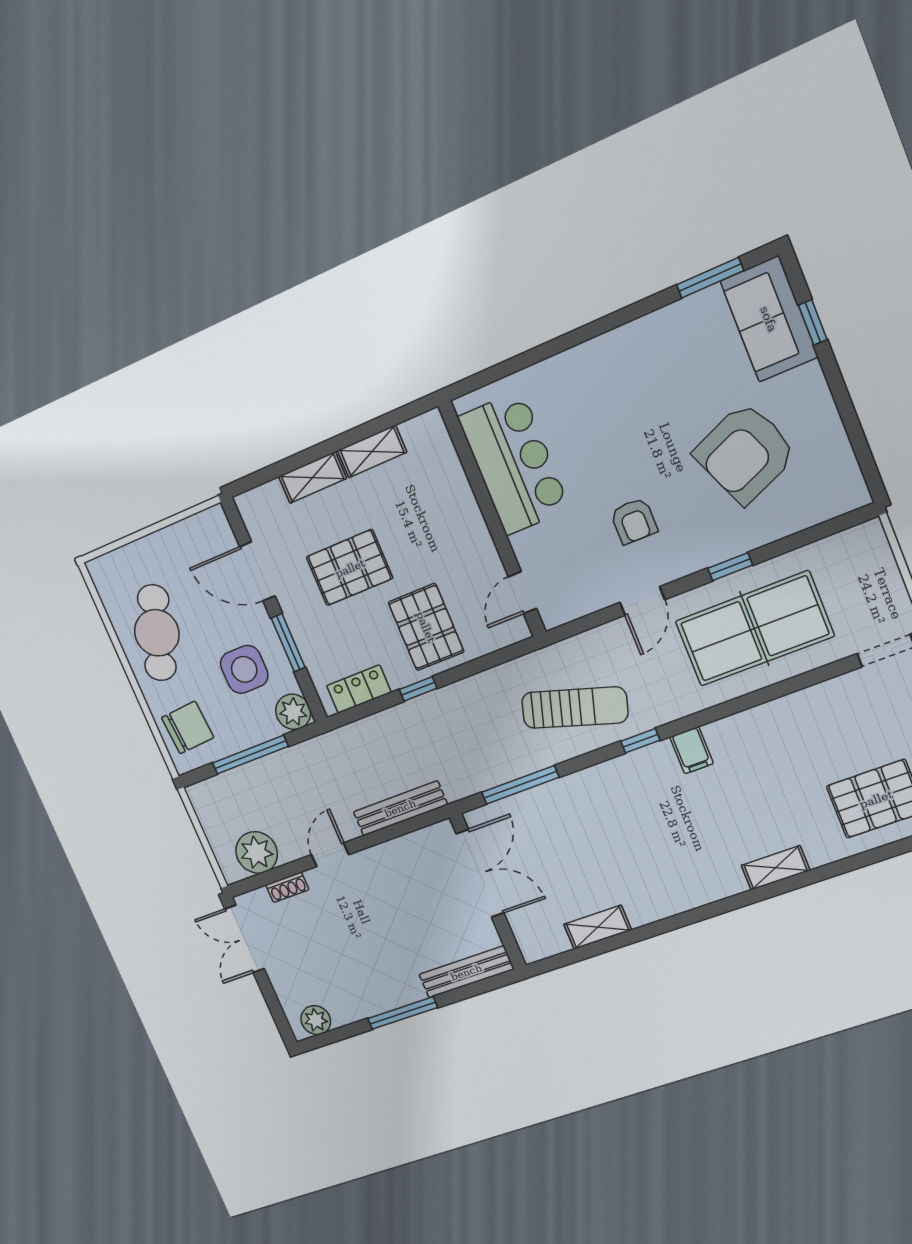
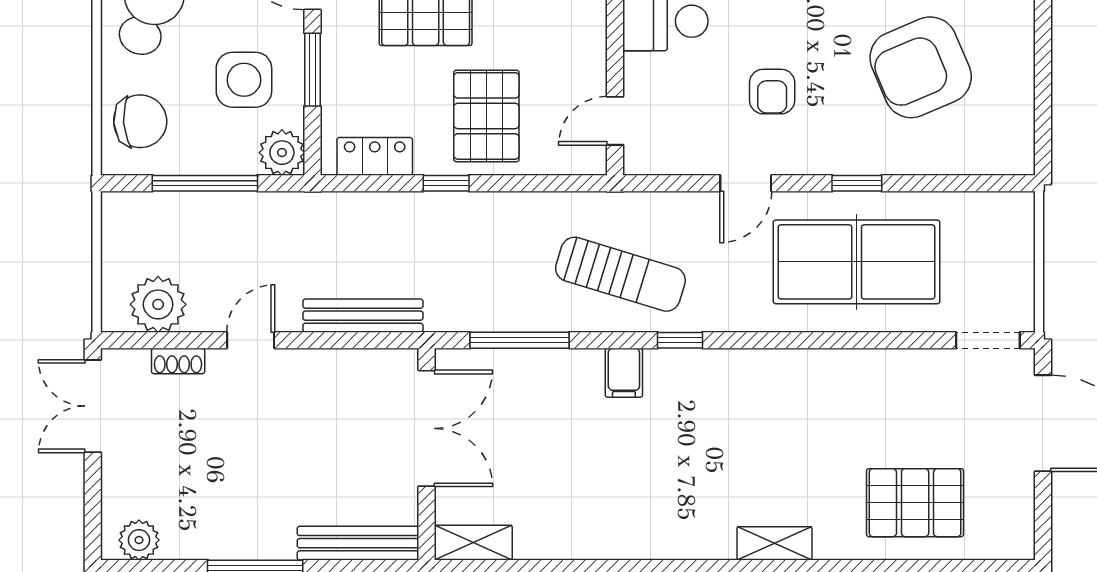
filing cabinet: (692, 750) -> (624, 373), moved
shelving: (598, 927) -> (473, 543), moved

